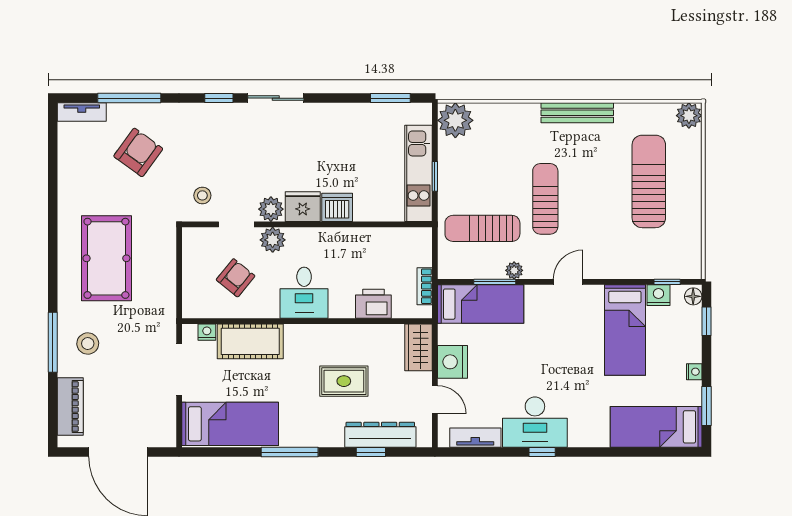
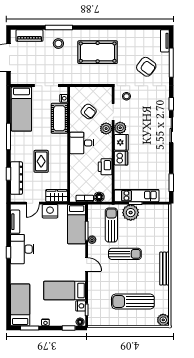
plant: (455, 120) -> (131, 213), moved
sun lounger: (649, 181) -> (133, 301), turned 180
floor lamp: (421, 255) -> (99, 197), added
printer: (373, 304) -> (105, 167), moved, turned 180

